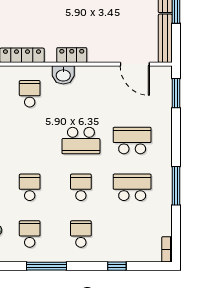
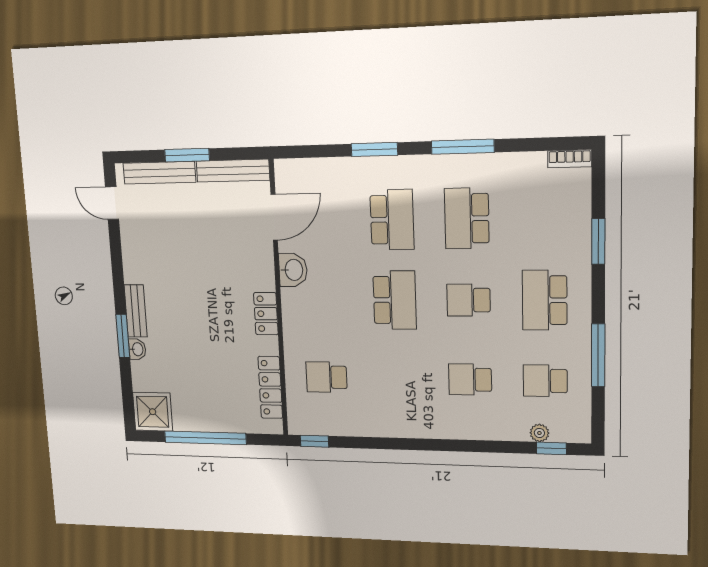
washbasin: (63, 75) -> (293, 270), moved
window: (176, 93) -> (374, 149), moved
school desk: (132, 141) -> (392, 220), turned 180
school desk: (81, 234) -> (545, 300), width x1.85
window: (117, 266) -> (598, 241), width x1.50

